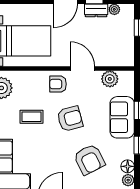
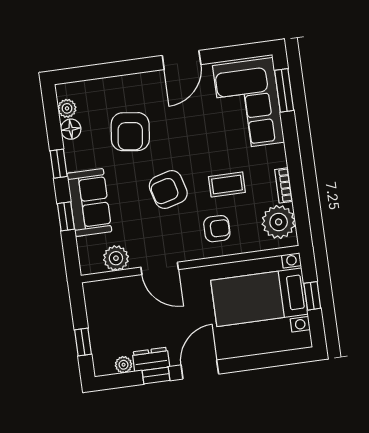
armchair: (58, 84) -> (217, 229), moved
armchair: (89, 159) -> (130, 132), turned -146

